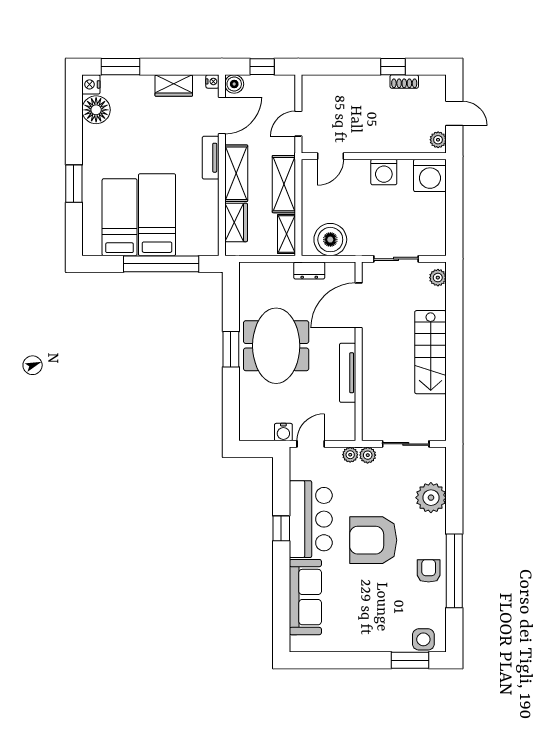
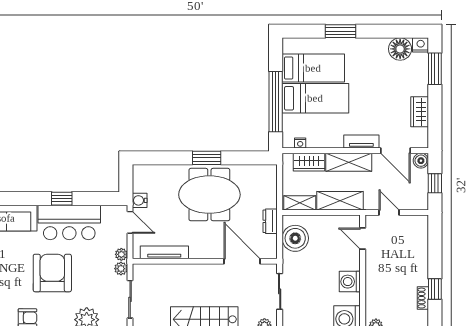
nightstand: (212, 81) -> (300, 143), moved
tv unit: (348, 373) -> (164, 252), moved

